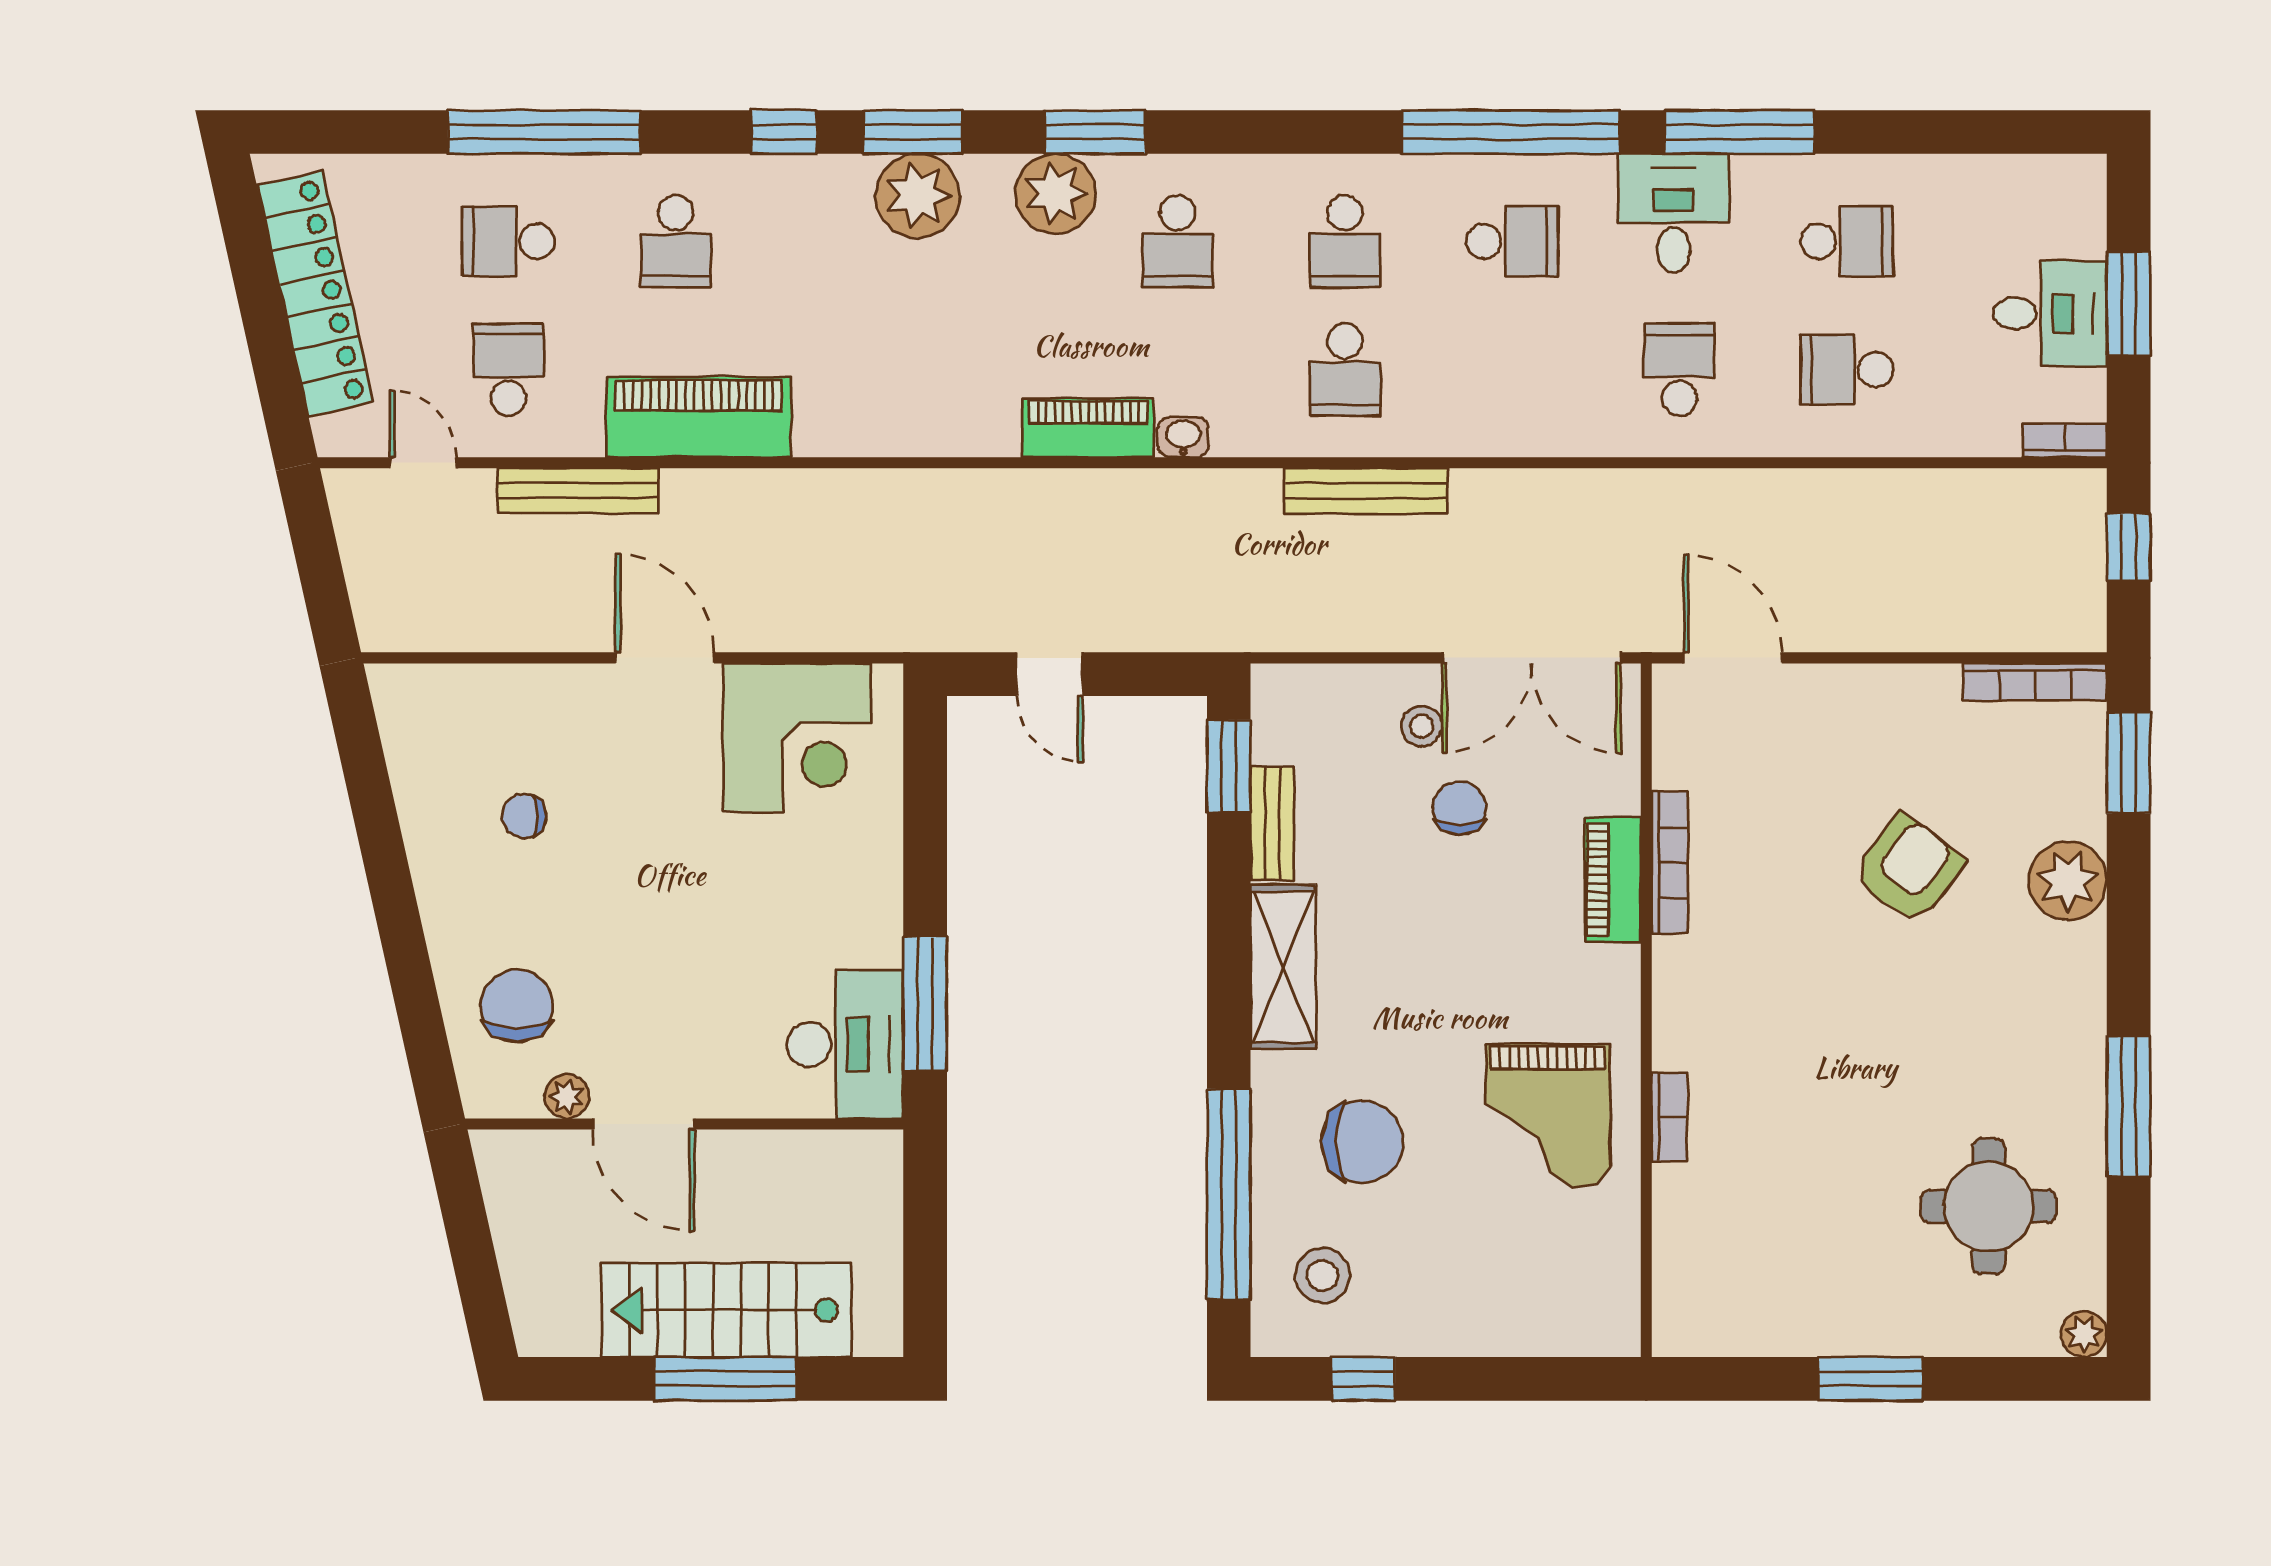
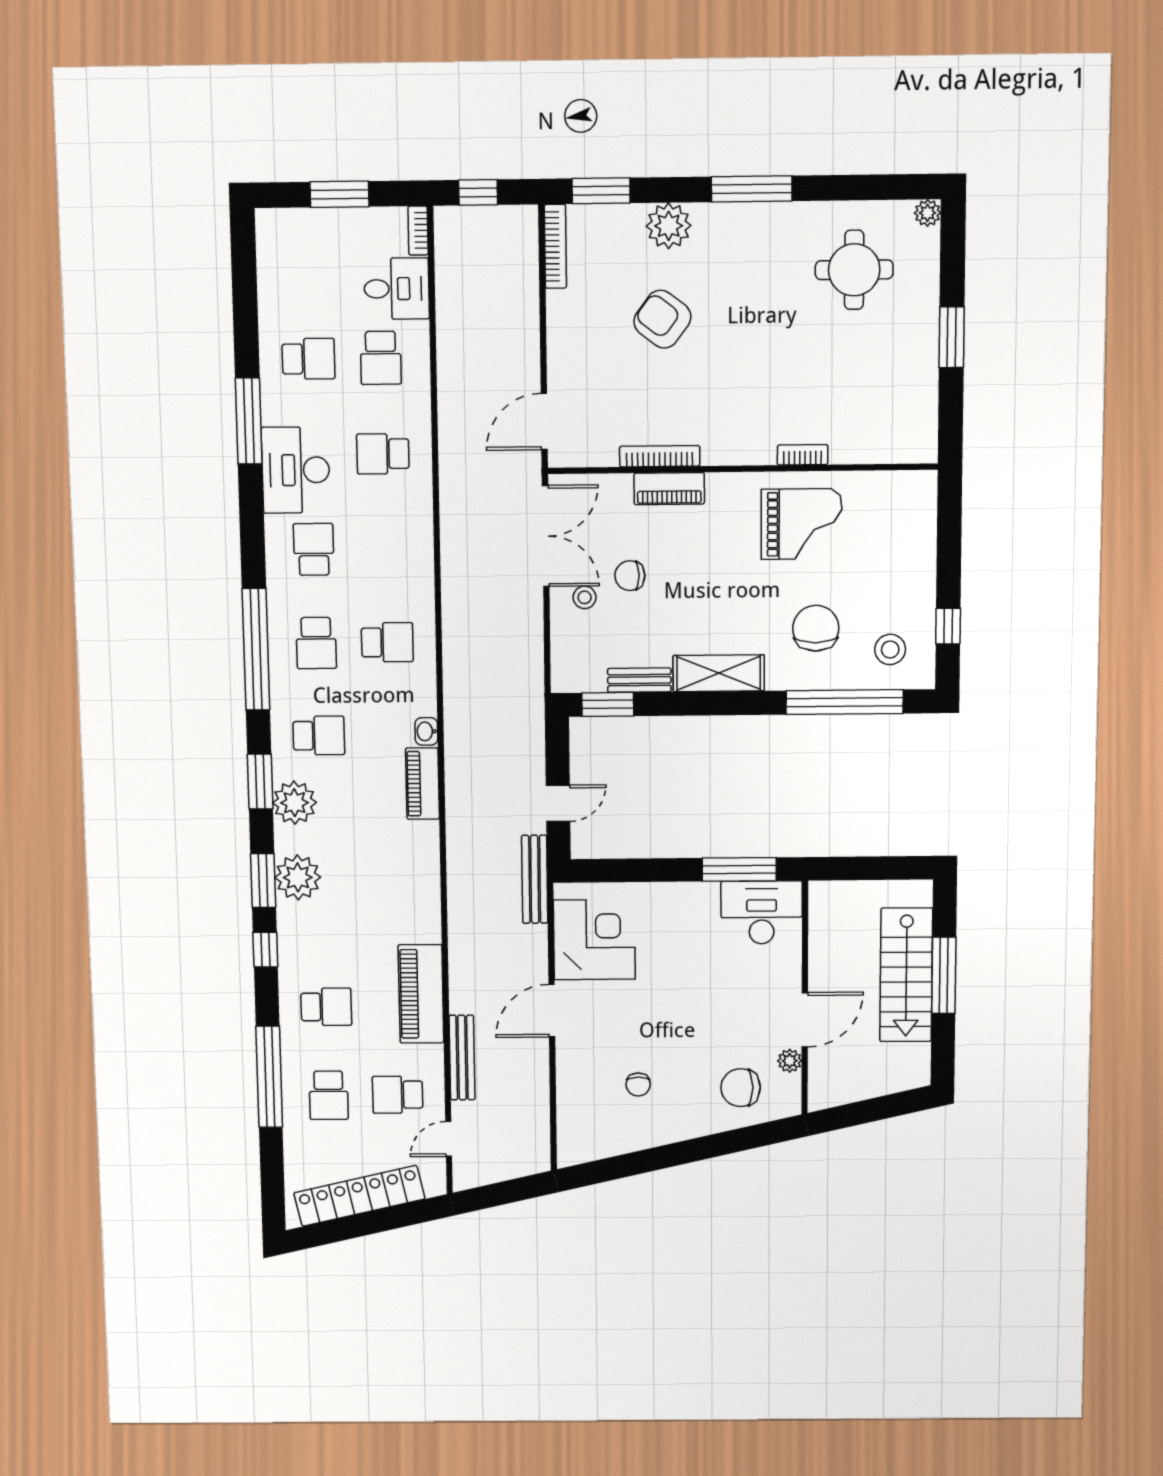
window: (1511, 132) -> (256, 649), moved
desk: (1673, 213) -> (296, 470), width x1.37
school desk: (1345, 241) -> (316, 643), turned 90
school desk: (1847, 241) -> (308, 359), turned 90
desk: (2050, 313) -> (397, 289), moved, turned 90
bench: (1366, 491) -> (535, 879), moved
window: (2129, 1106) -> (752, 189), moved

